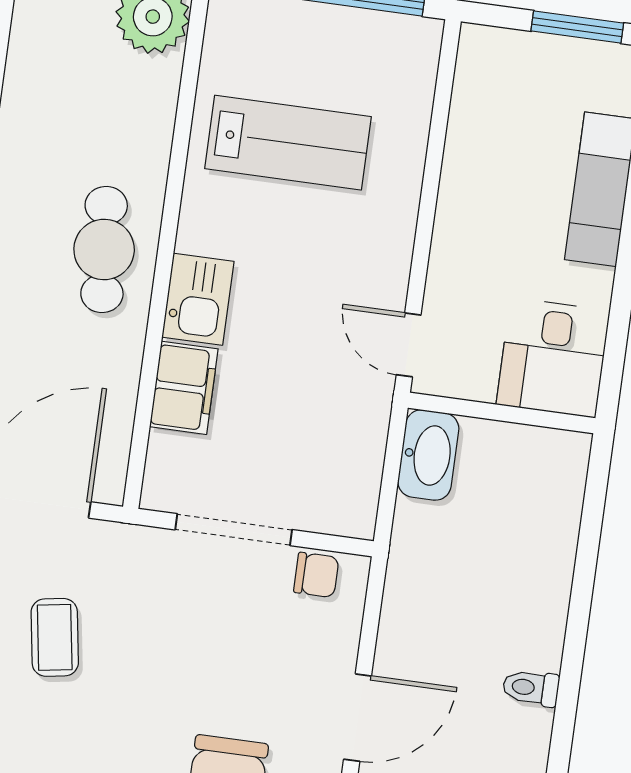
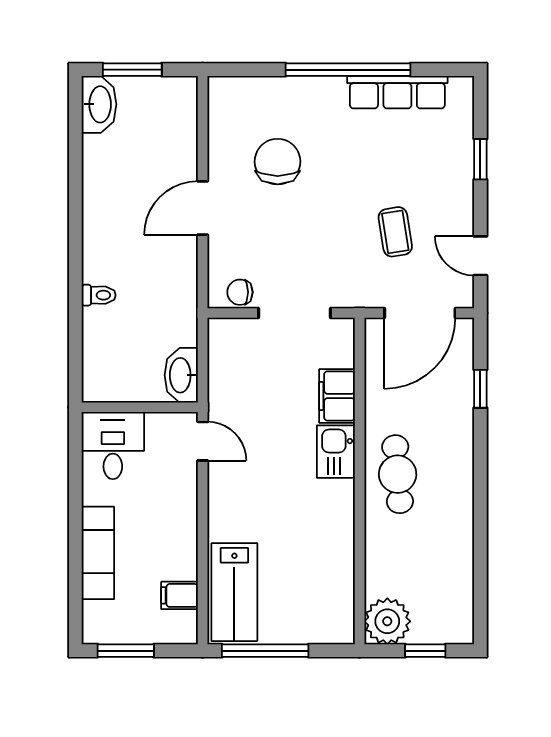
filing cabinet: (479, 103) -> (180, 595), added
lab bench: (288, 143) -> (234, 592), moved, turned -90
toilet: (531, 688) -> (99, 295), moved

